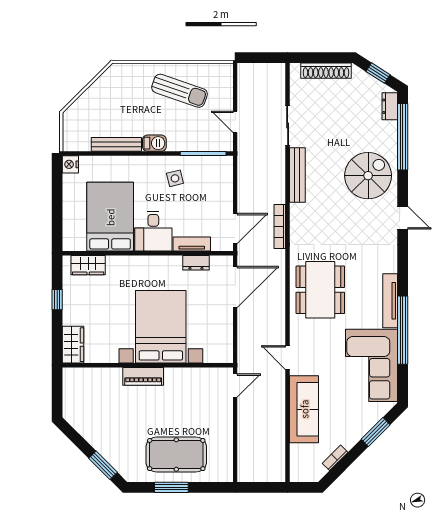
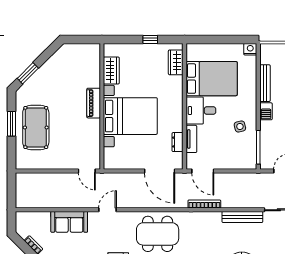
wardrobe: (73, 345) -> (111, 71), moved, turned -90
sofa: (304, 409) -> (69, 222), width x0.73

